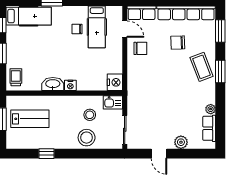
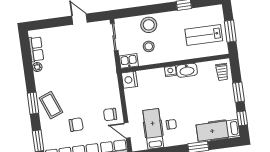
plant: (181, 142) -> (60, 33), removed

